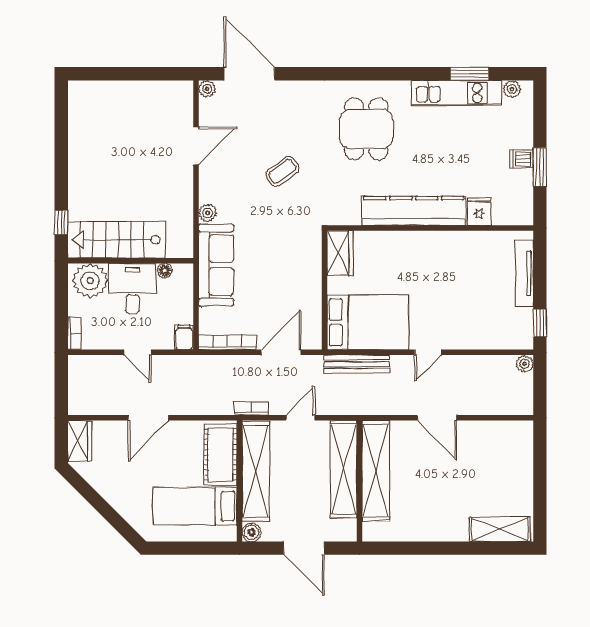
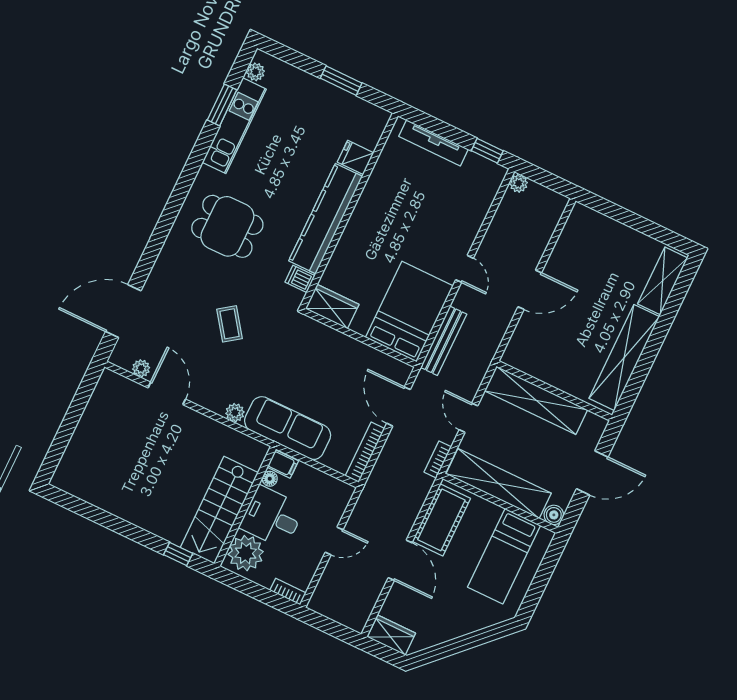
plant: (207, 89) -> (141, 368), moved
dishwasher: (522, 159) -> (300, 279), moved, turned 90
filing cabinet: (184, 337) -> (283, 464), moved, turned 180
cot: (221, 455) -> (441, 520), moved, turned 90
shelving: (376, 471) -> (624, 357), moved, turned 90

